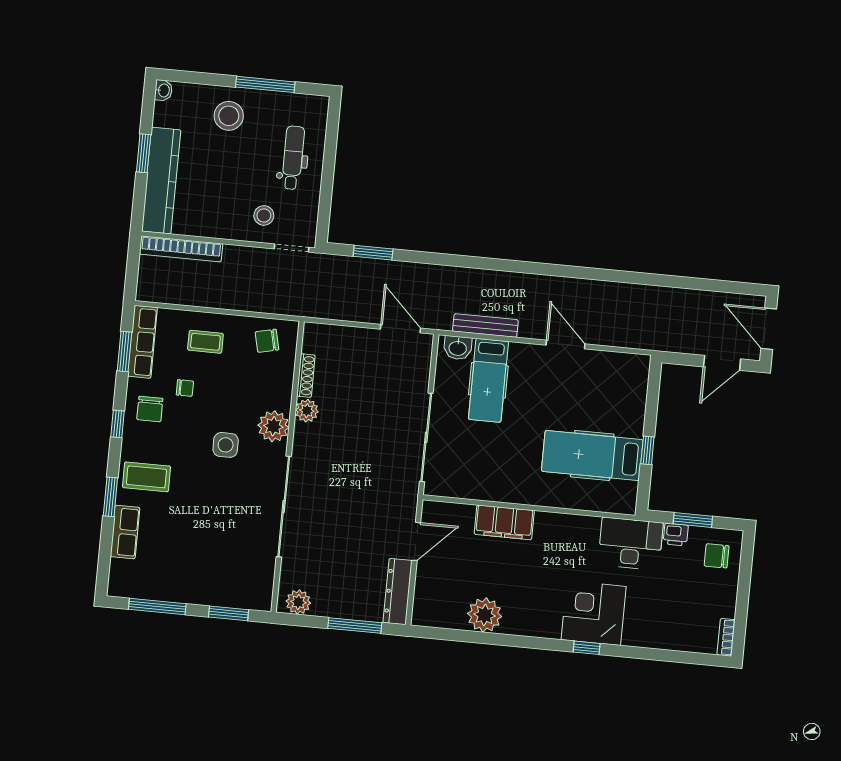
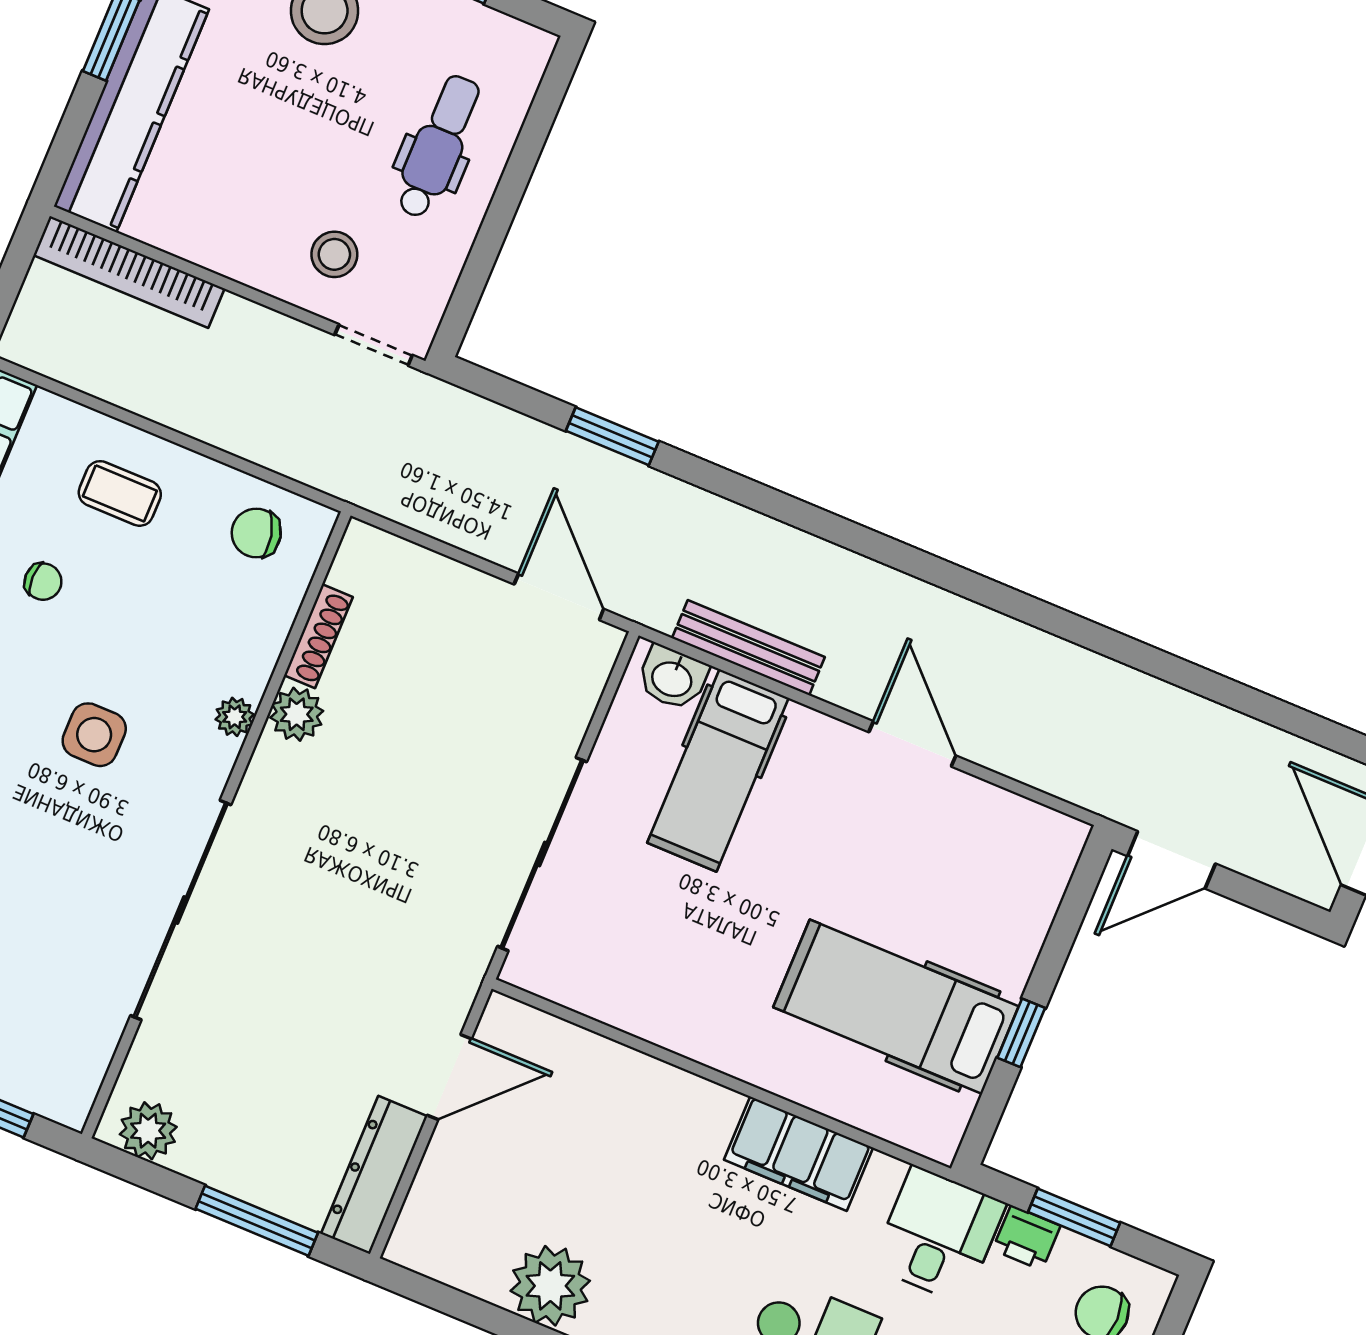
window: (373, 253) -> (612, 436), moved
door: (722, 363) -> (1171, 860), moved
plant: (273, 426) -> (235, 717), width x0.53, depth x0.53
filing cabinet: (504, 522) -> (799, 1154), moved
desk: (631, 544) -> (938, 1235), width x0.73

